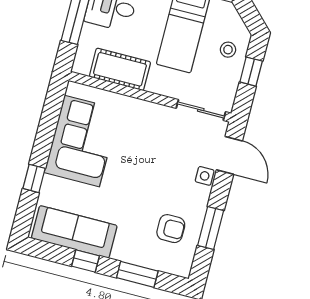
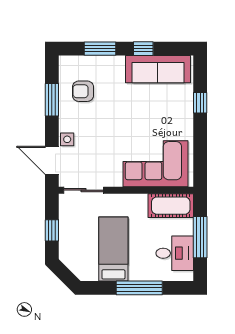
stool: (228, 50) -> (74, 243), removed
cot: (120, 69) -> (171, 206), moved
corner sofa: (82, 141) -> (156, 164), moved, turned 90

